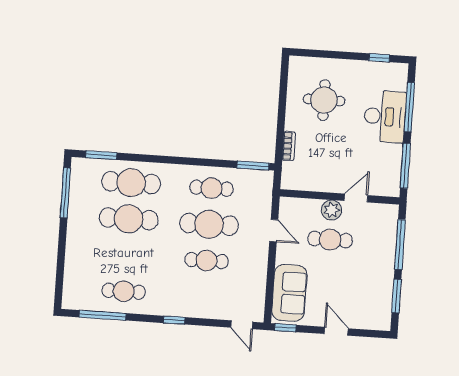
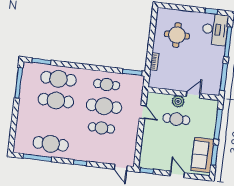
desk: (385, 117) -> (215, 29), moved
cafe table: (124, 291) -> (51, 144), width x1.37, depth x1.35
sofa: (289, 293) -> (202, 155), moved, turned 180

